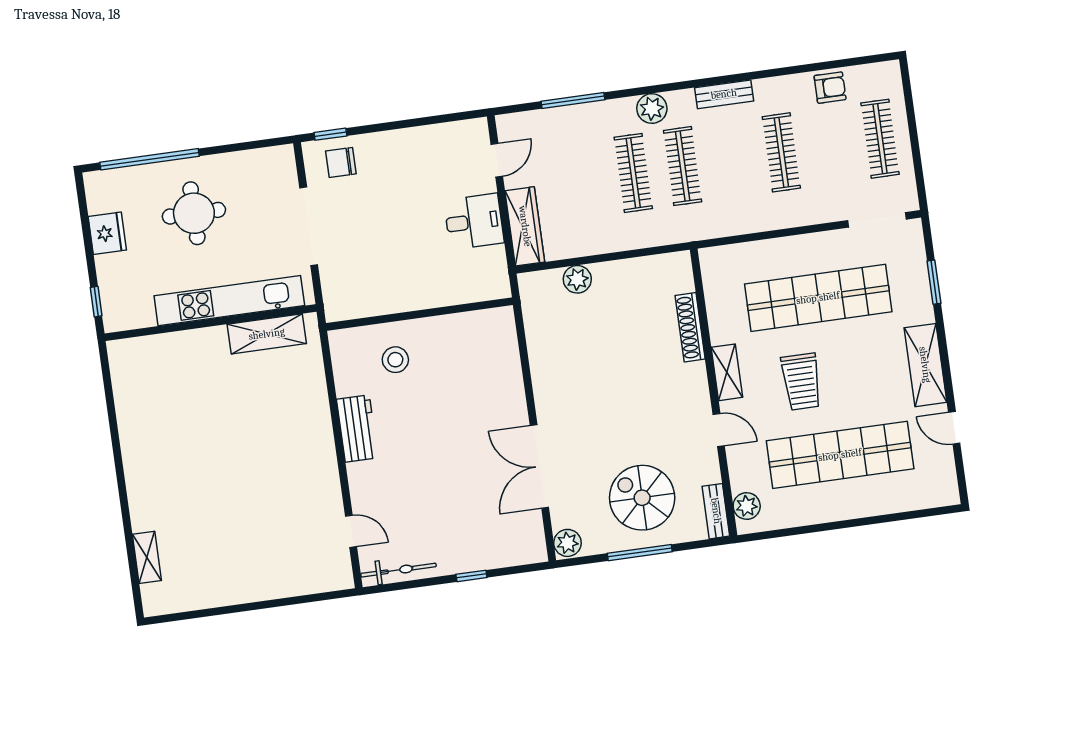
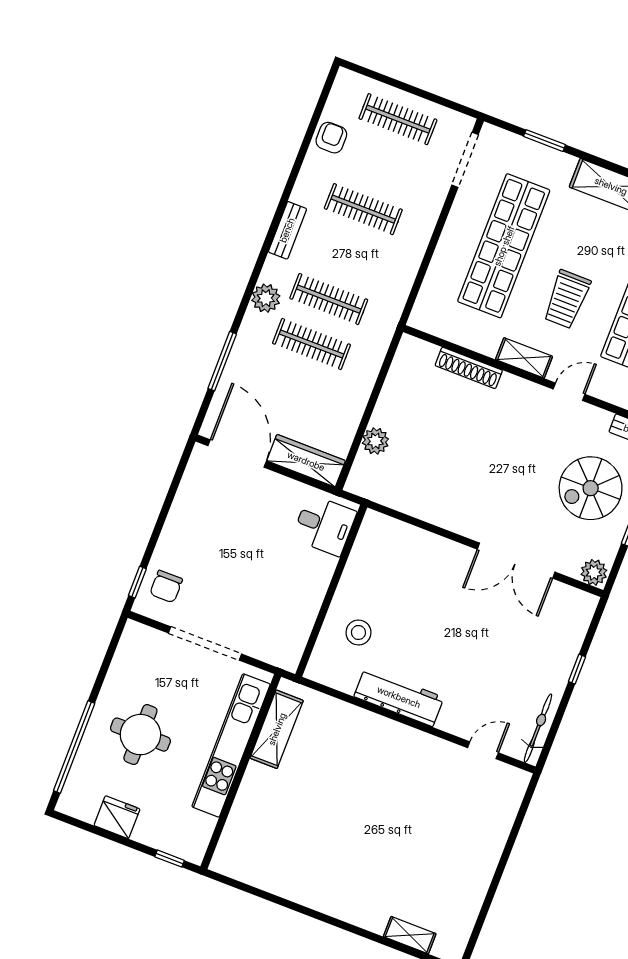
door: (497, 160) -> (237, 453), width x1.88
desk: (474, 222) -> (324, 525), moved, turned 90
trolley: (801, 382) -> (567, 299), turned 90
workbench: (357, 429) -> (399, 697), width x1.38

